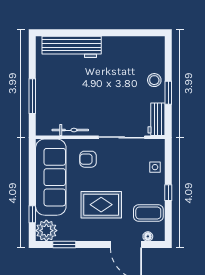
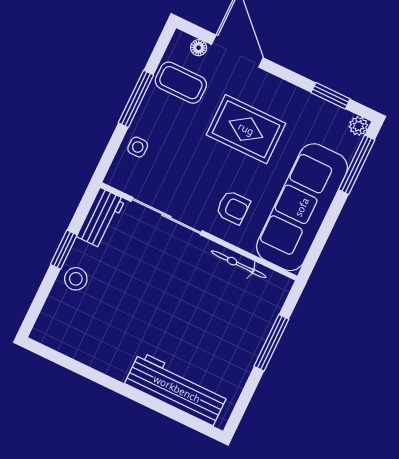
window: (168, 193) -> (136, 99), width x2.17
window: (32, 214) -> (357, 165), width x2.17
plant: (46, 231) -> (358, 126), width x0.53, depth x0.53

